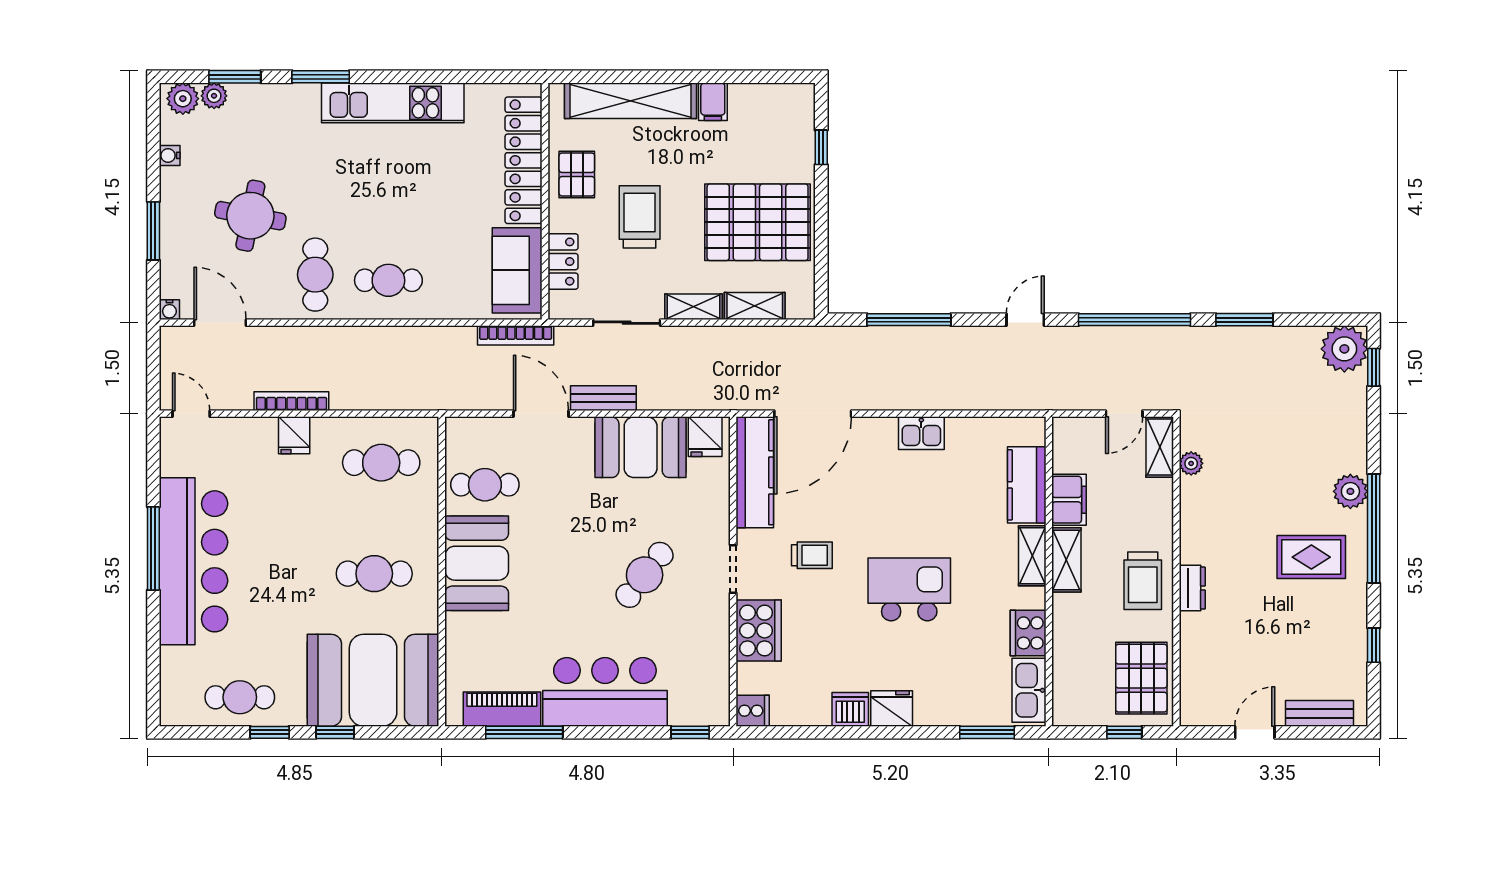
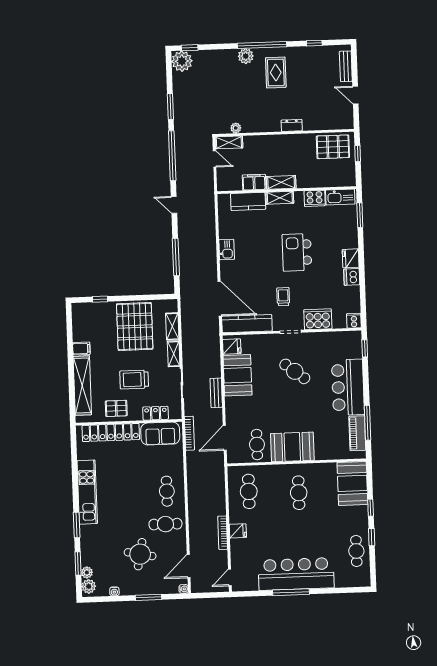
door: (541, 414) -> (225, 438), moved
trolley: (1143, 581) -> (289, 148), removed
booth: (373, 680) -> (352, 483), width x0.73, depth x0.70

